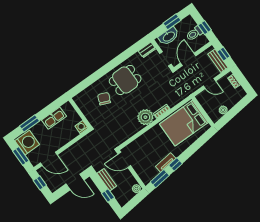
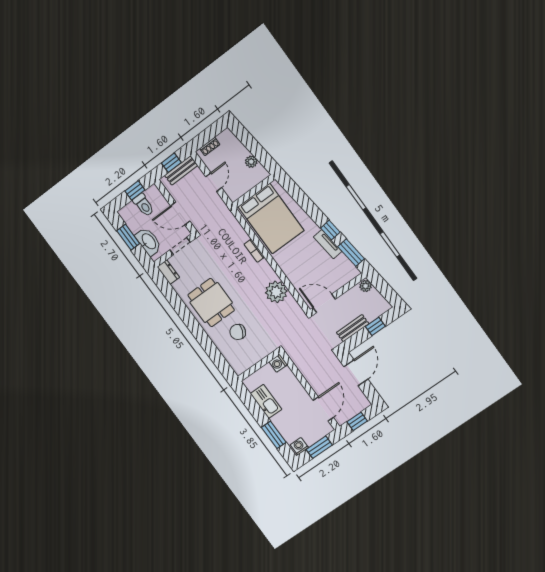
plant: (145, 117) -> (276, 292), moved
washing machine: (27, 143) -> (299, 446), width x0.53, depth x0.53
door: (124, 160) -> (324, 303), swing flipped

